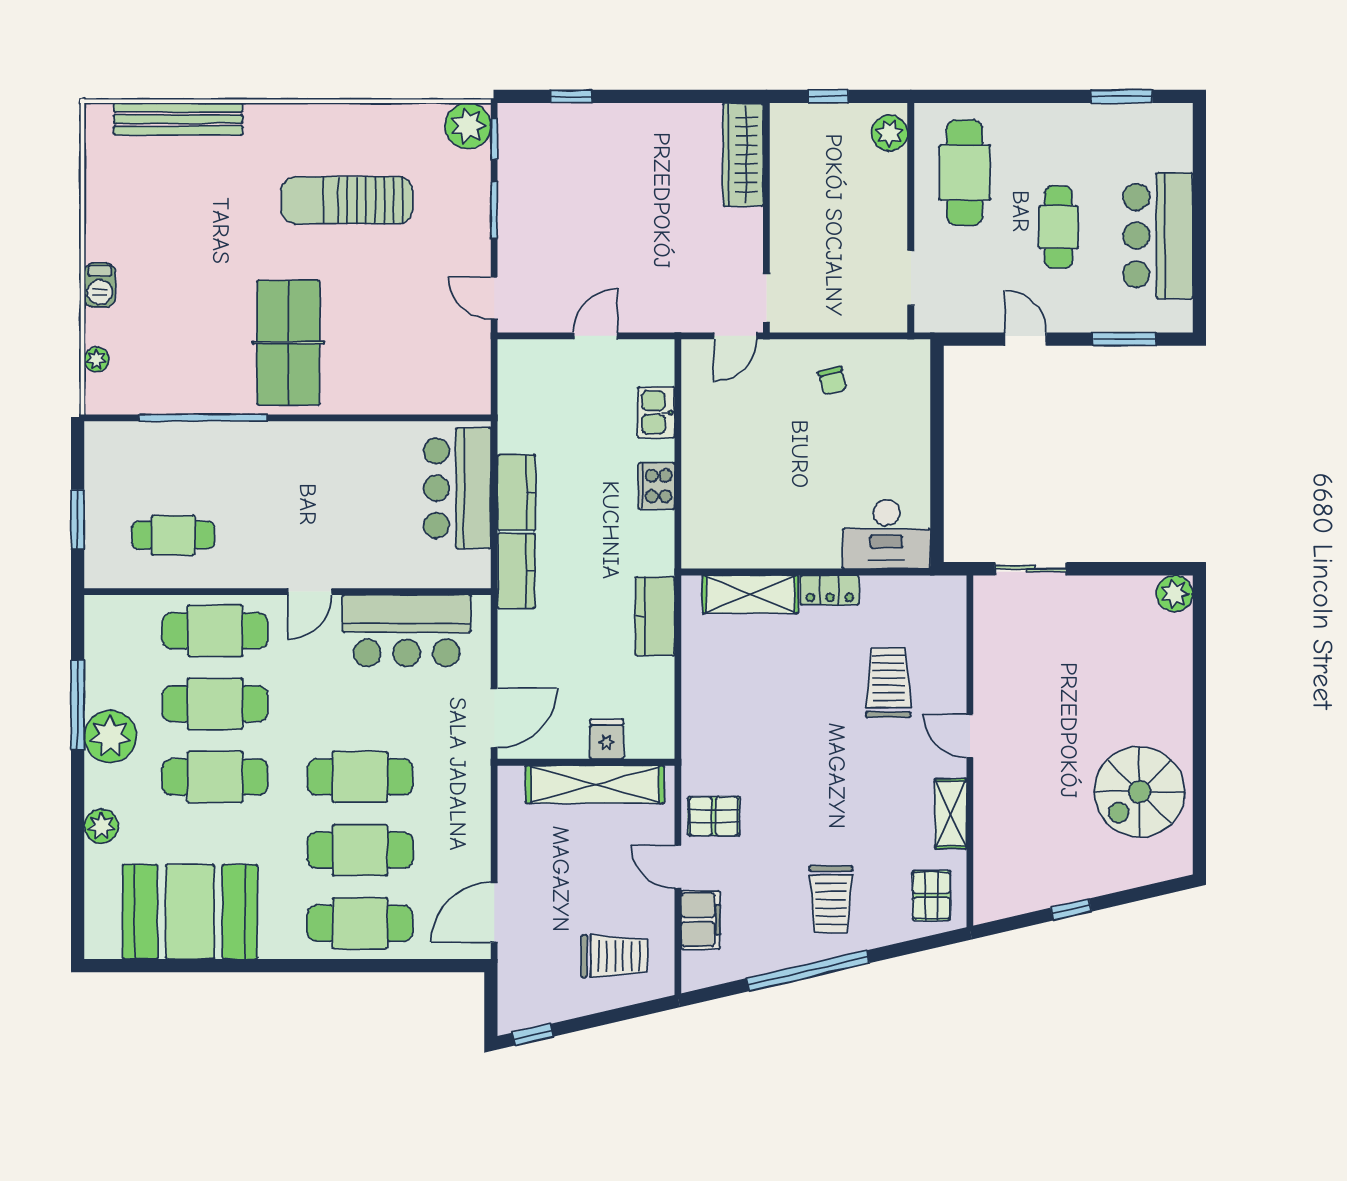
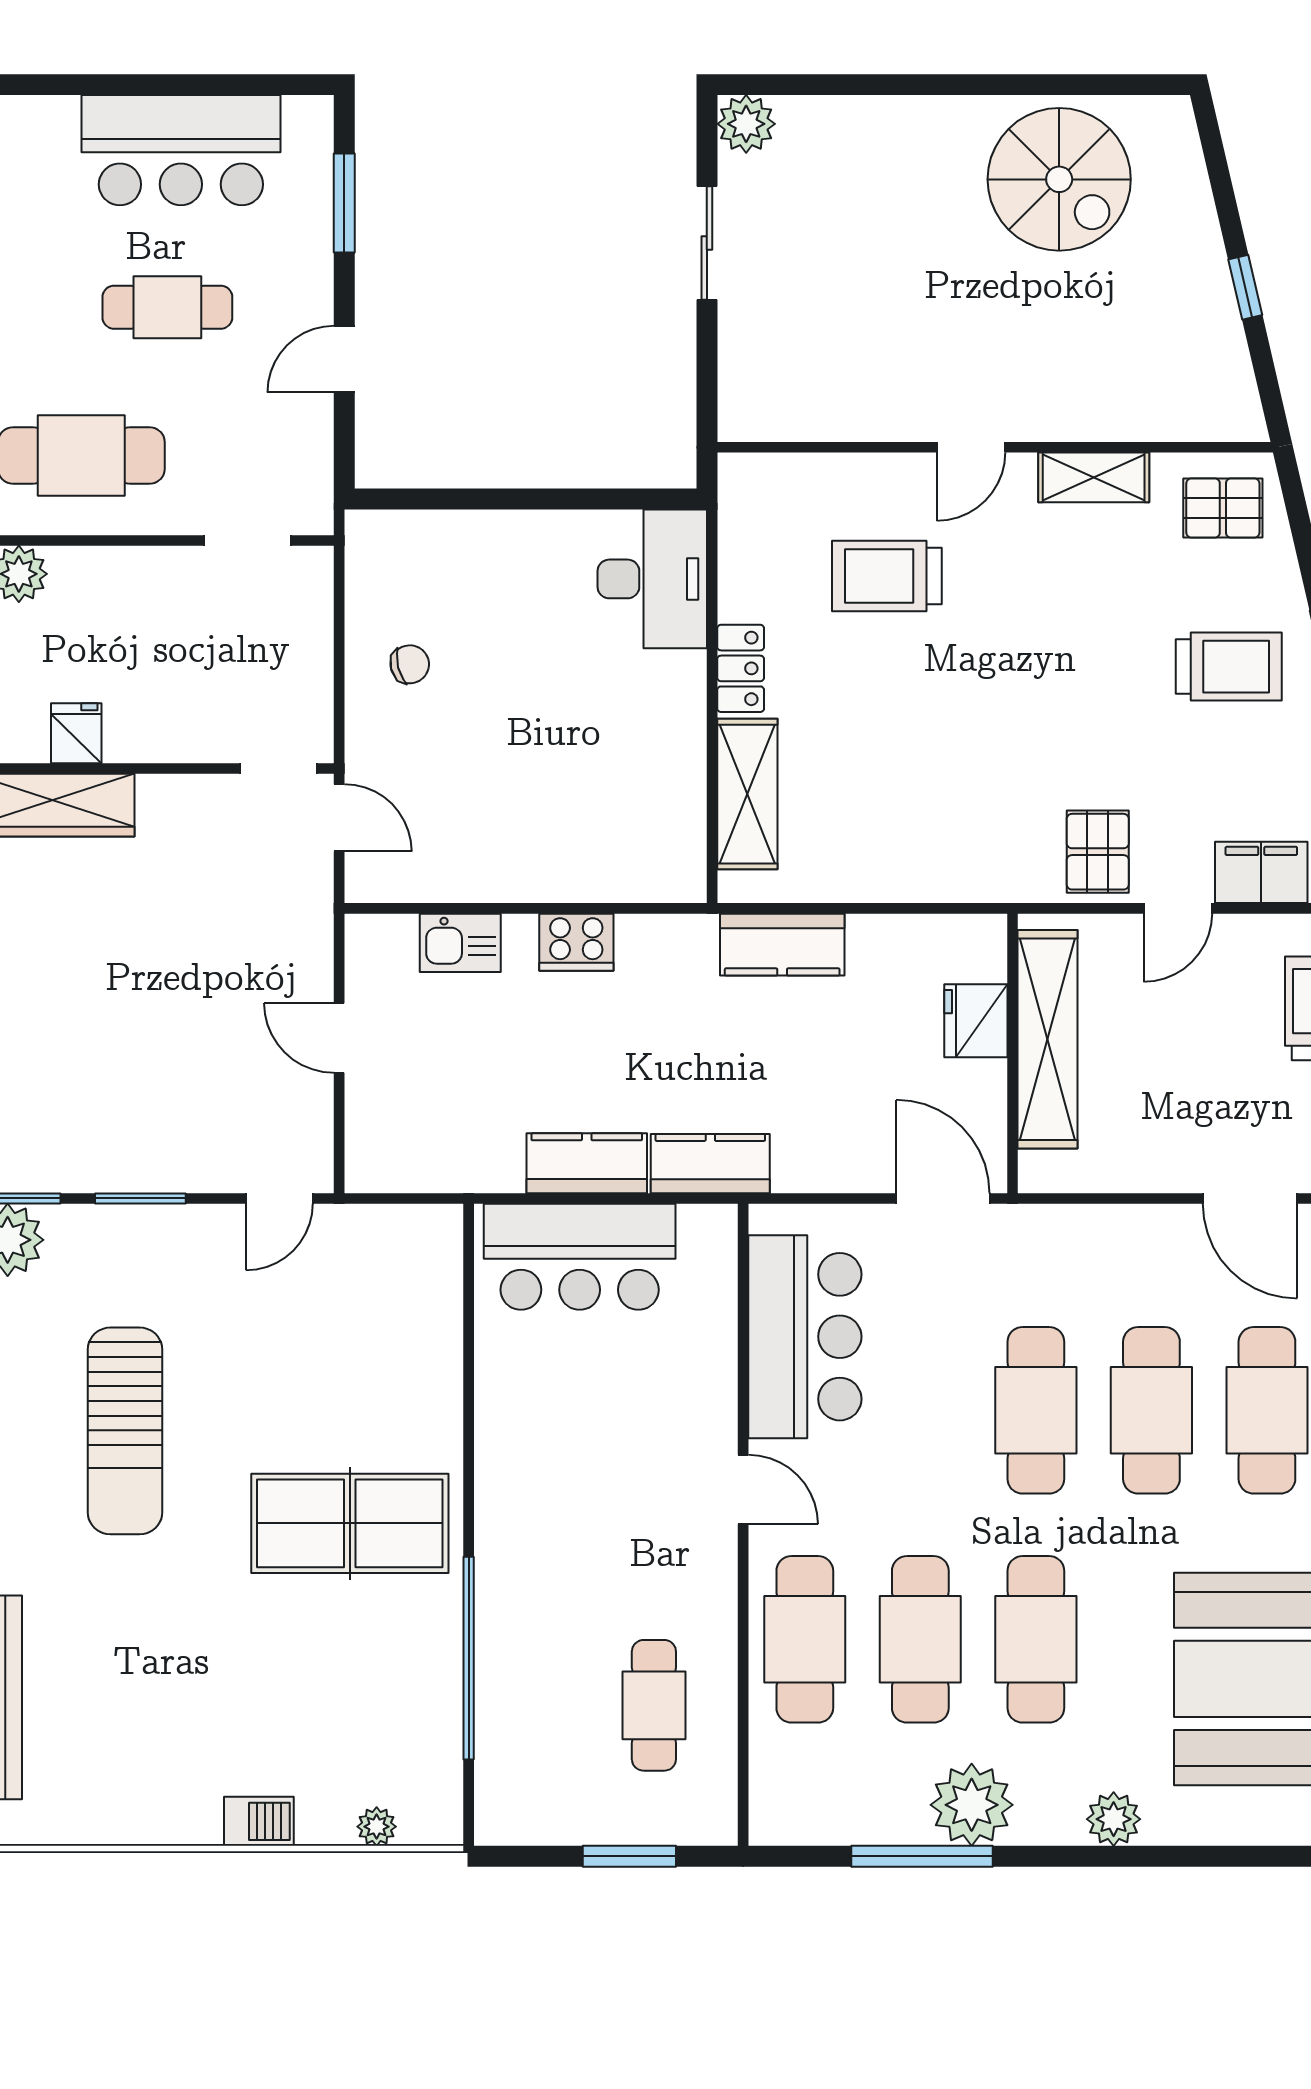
fridge: (789, 169) -> (76, 733), added
sliding door: (1031, 569) -> (707, 243), moved
fridge: (607, 739) -> (976, 1021), width x1.38

